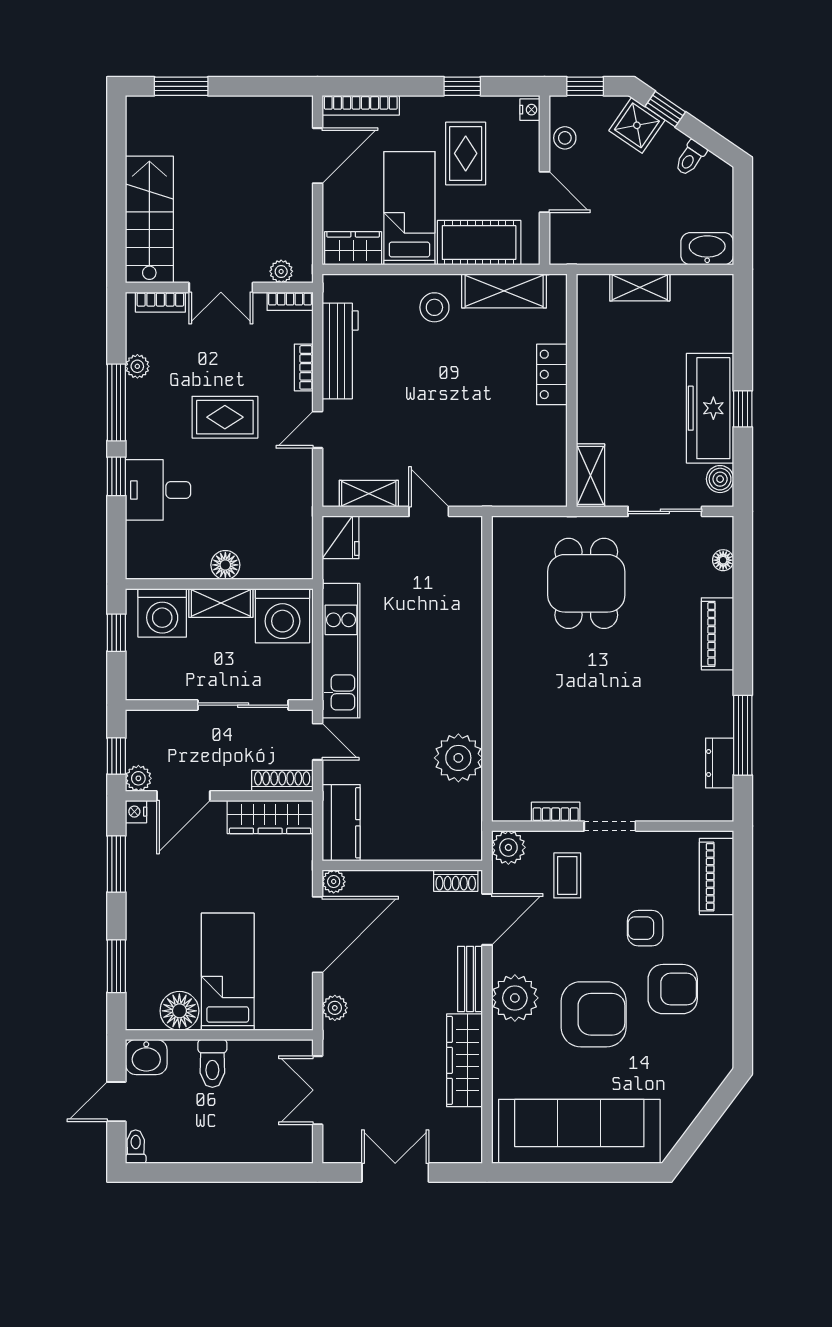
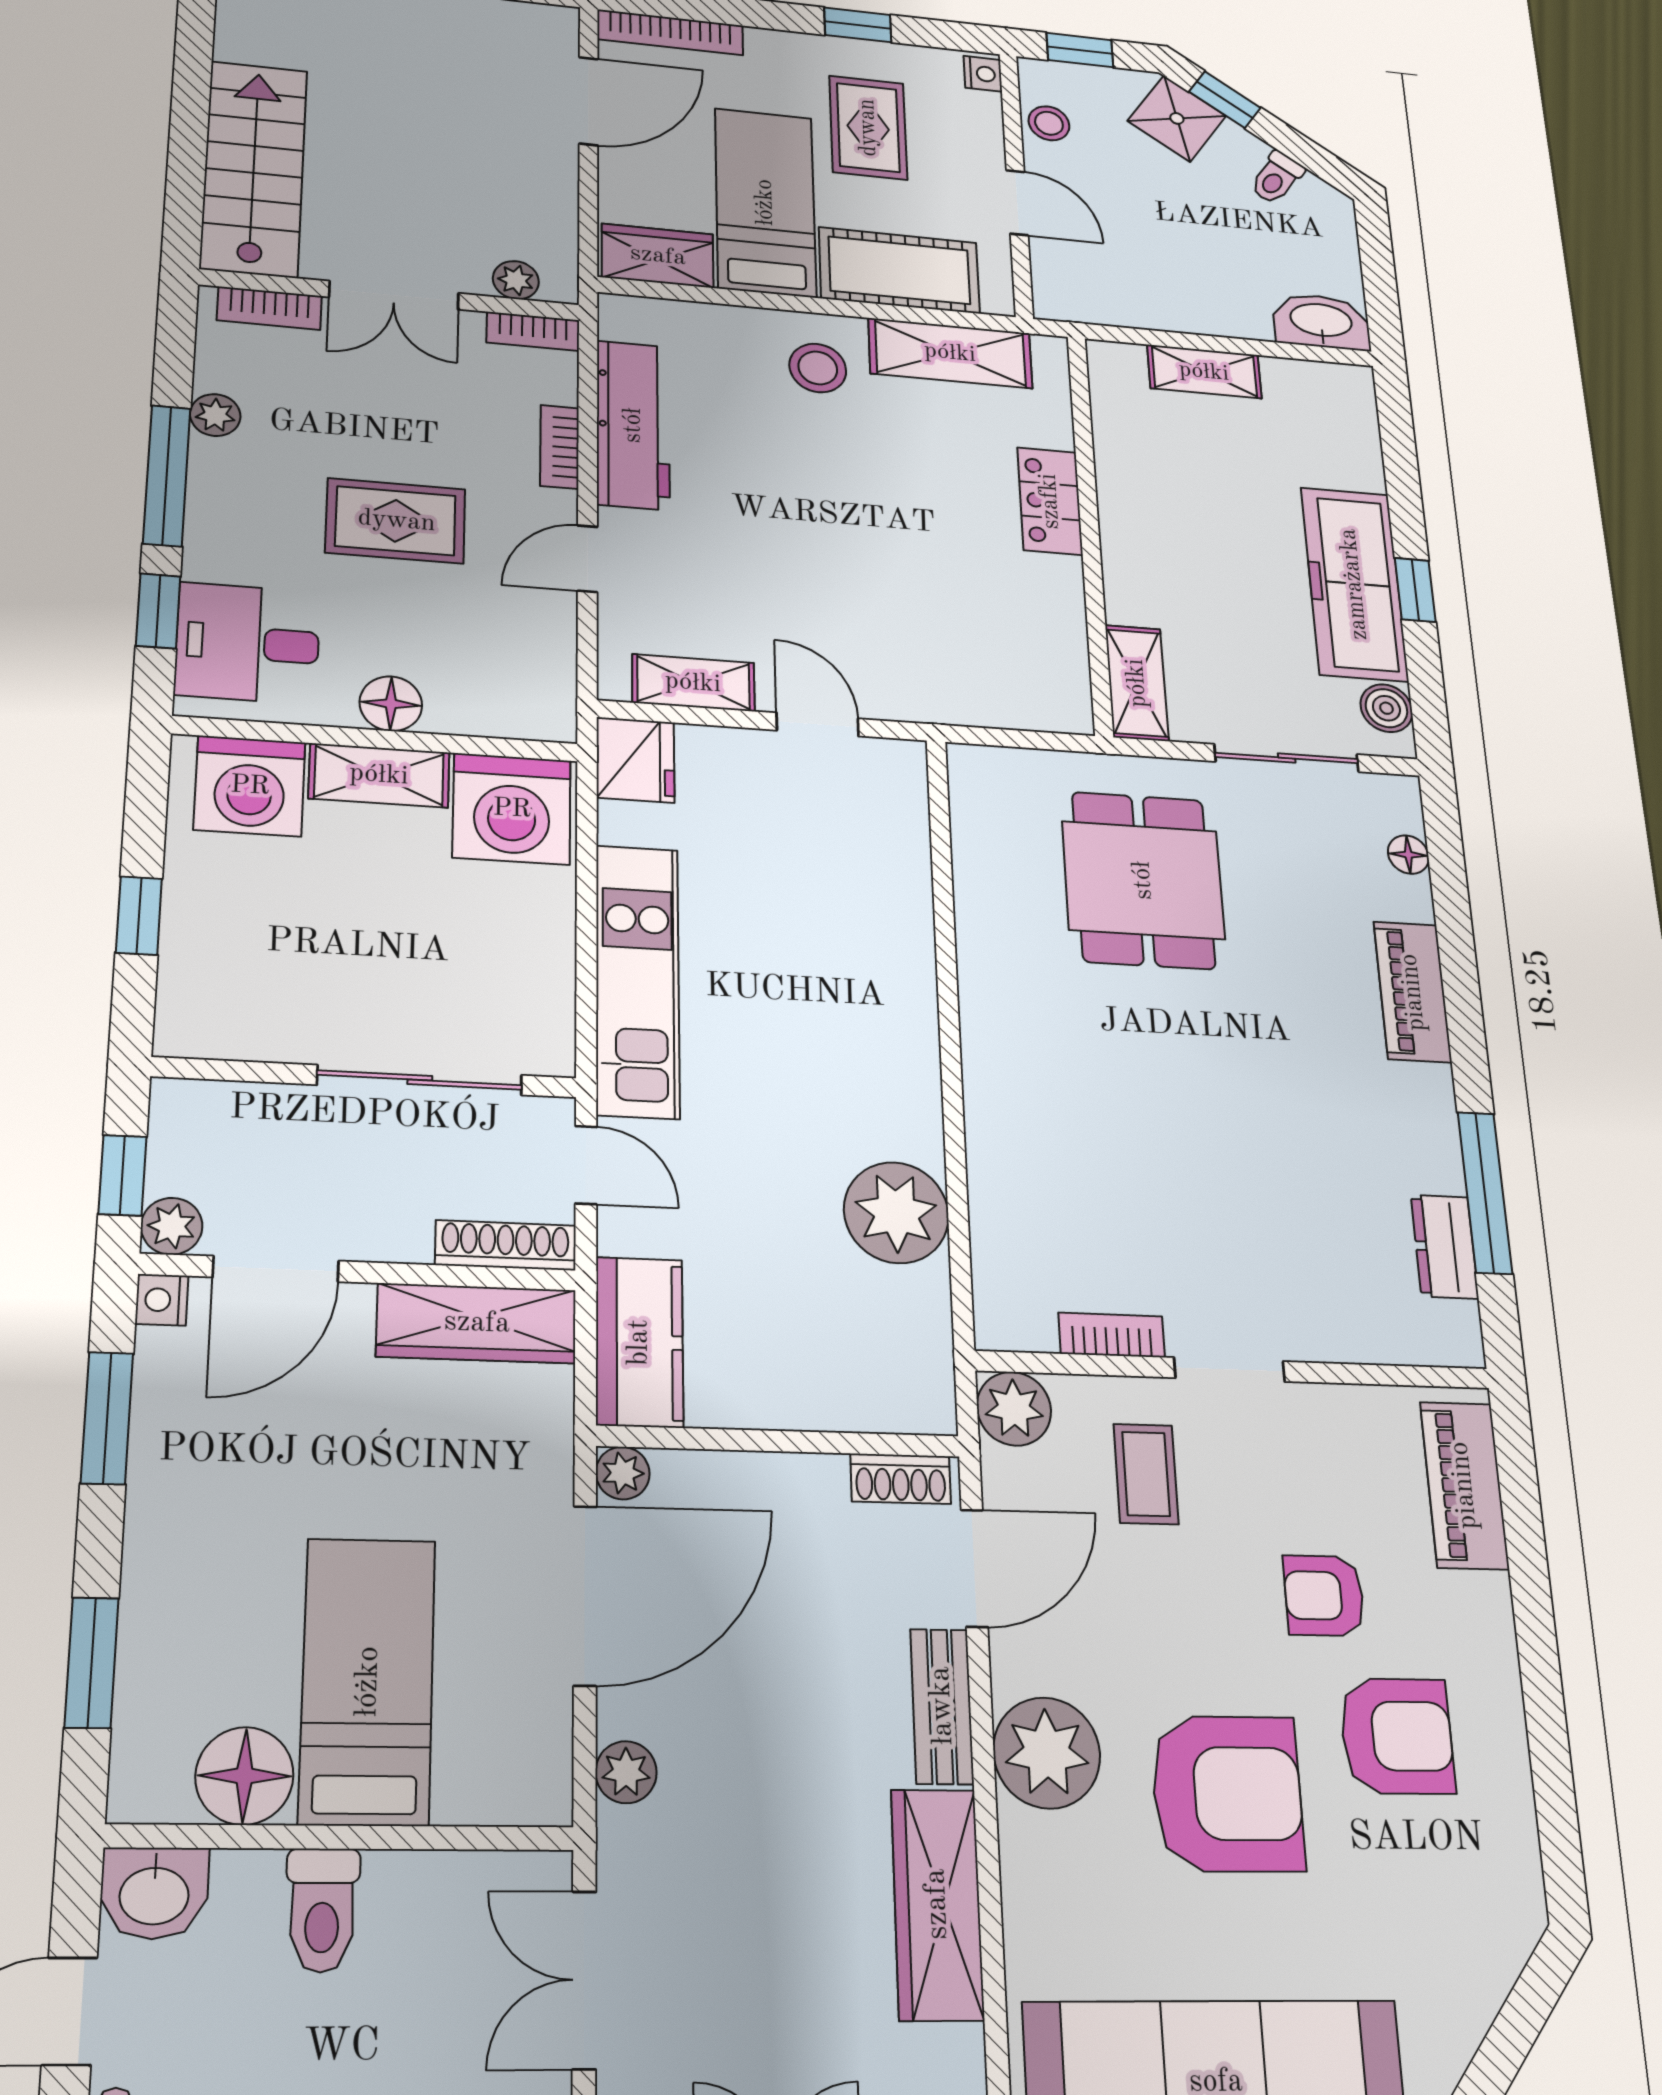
floor lamp: (225, 565) -> (391, 704), moved
wall: (219, 584) -> (377, 739), moved
shelving: (221, 603) -> (379, 775), moved
washing machine: (162, 613) -> (250, 786), moved
washing machine: (282, 616) -> (512, 809), moved

